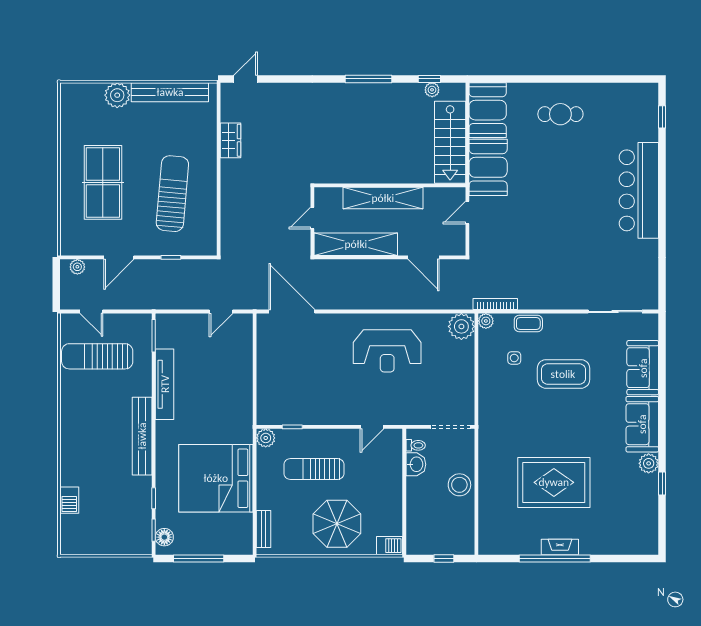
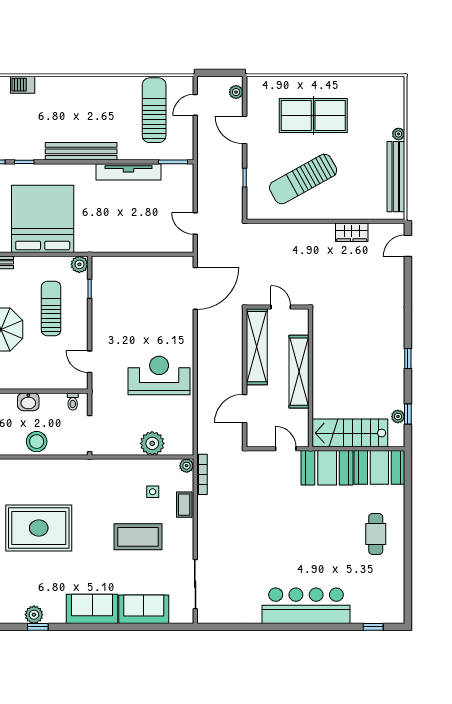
door: (246, 79) -> (408, 246), swing flipped
window: (369, 79) -> (408, 358), width x0.46
plant: (117, 95) -> (398, 134), width x0.53, depth x0.53
sun lounger: (172, 194) -> (303, 179), turned 146
plant: (461, 326) -> (152, 443), moved
reception desk: (387, 351) -> (159, 376), turned 90
coffee table: (563, 374) -> (138, 537), turned 90
plant: (649, 463) -> (34, 615), moved
washbasin: (416, 464) -> (28, 402), moved
rug: (554, 482) -> (39, 528), turned 90

